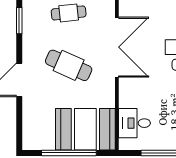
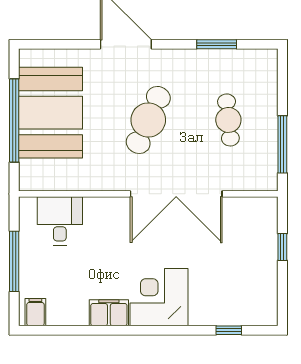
booth: (85, 129) -> (51, 113), moved

